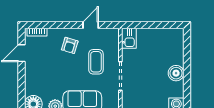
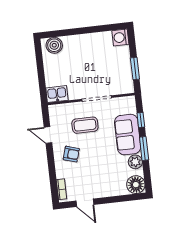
boiler: (176, 73) -> (54, 45), moved

